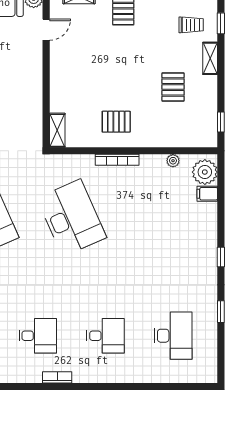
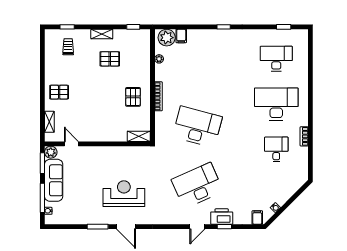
shelving: (210, 58) -> (102, 34), moved
desk: (72, 218) -> (197, 127), turned 39
window: (221, 312) -> (284, 27), moved
desk: (105, 336) -> (276, 104), width x1.87, depth x1.30

